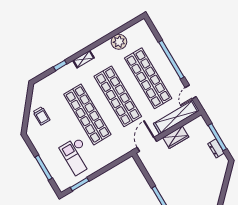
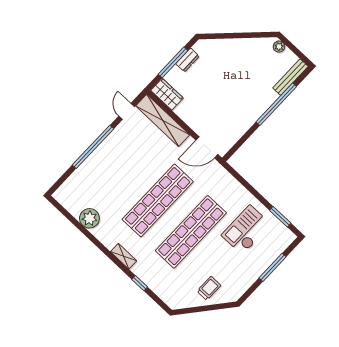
shop shelf: (148, 78) -> (125, 169), removed
door: (191, 92) -> (127, 111), swing flipped
wardrobe: (176, 137) -> (167, 94), moved
checkout: (77, 156) -> (246, 230), turned 180

